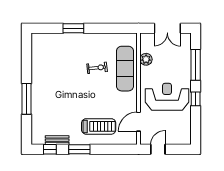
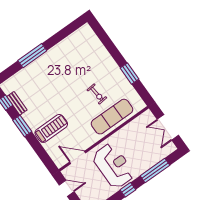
window: (73, 28) -> (129, 74), moved
plant: (146, 59) -> (131, 128), removed
treadmill: (99, 126) -> (51, 128), turned -90

